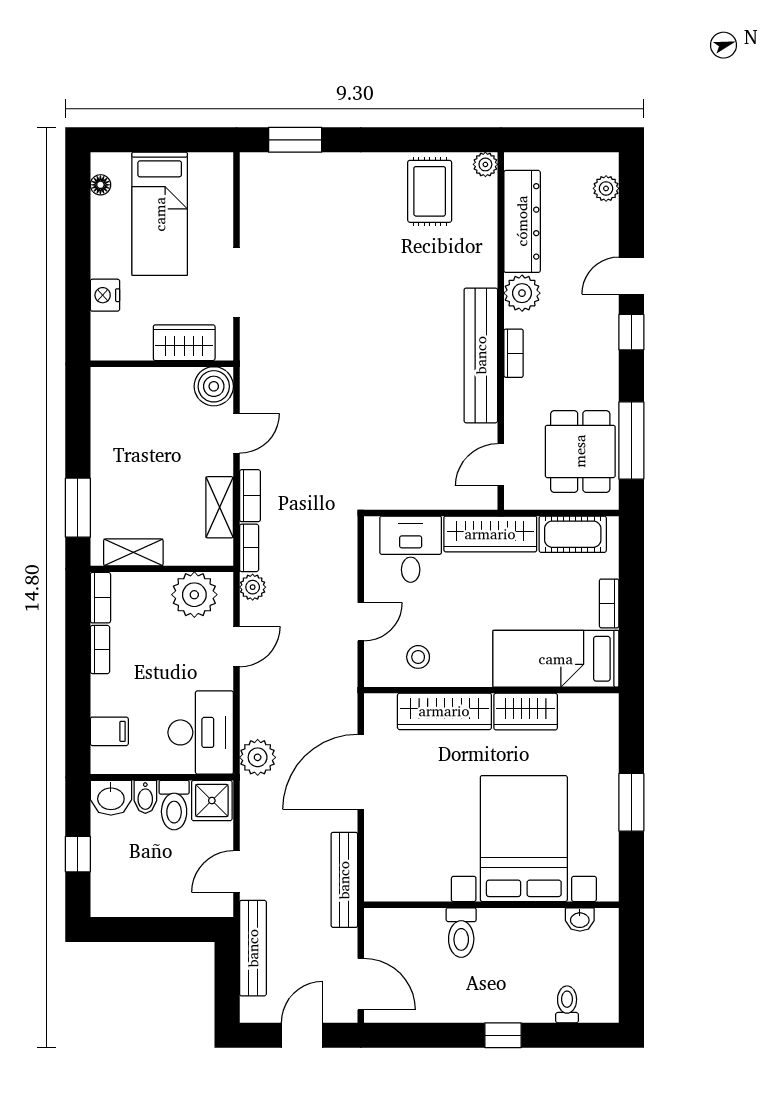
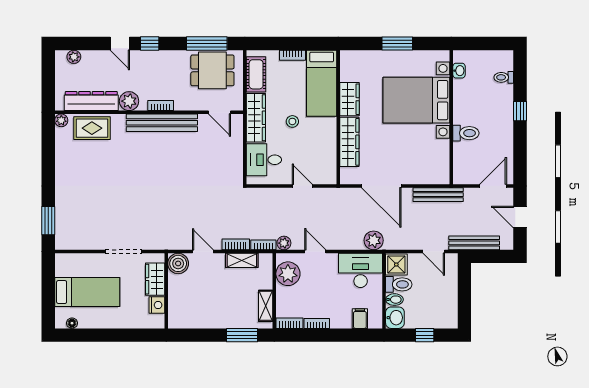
rug: (430, 191) -> (92, 128), moved
nightstand: (105, 295) -> (157, 305), moved, turned -90
stool: (418, 657) -> (292, 121), moved

